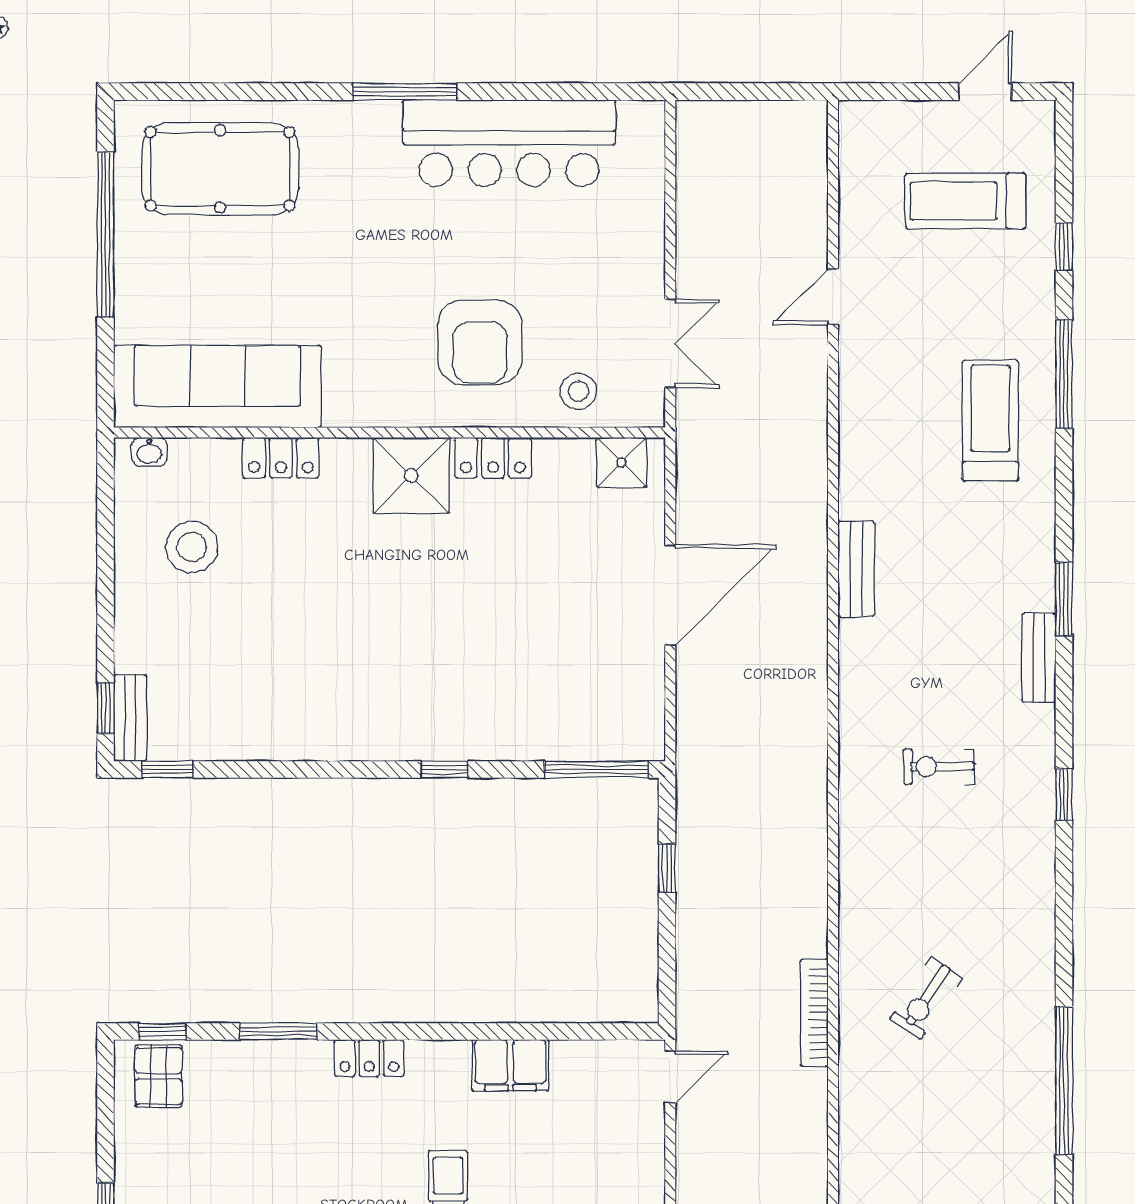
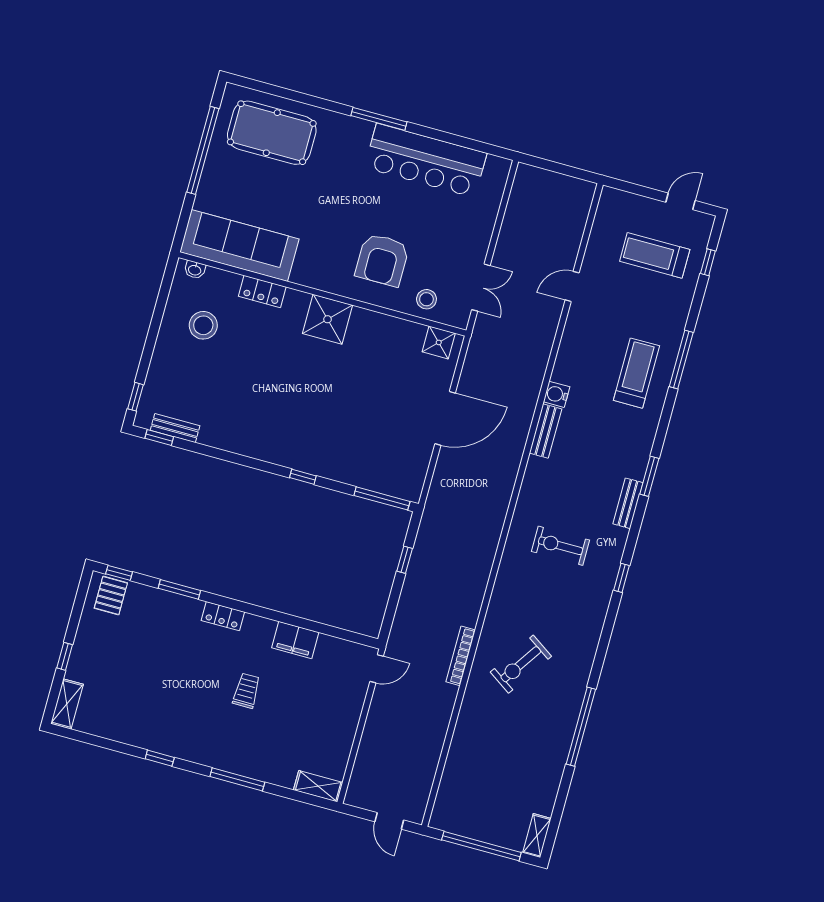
window: (1064, 246) -> (708, 262), moved
locker: (493, 458) -> (373, 322), removed
water cooler: (858, 498) -> (557, 394), added
bench: (130, 718) -> (175, 428), moved, turned 90
exercise bike: (939, 767) -> (561, 546), width x1.38, depth x1.39
exercise bike: (926, 998) -> (521, 664), width x1.38, depth x1.39

